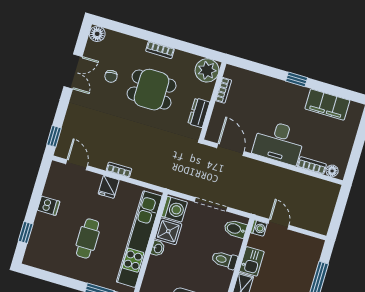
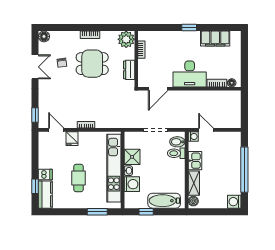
door: (230, 150) -> (158, 89), swing flipped
fridge: (109, 187) -> (72, 139), moved
dishwasher: (49, 206) -> (45, 175), moved
washing machine: (174, 209) -> (132, 184), moved
kitchen counter: (36, 248) -> (45, 195), added
toilet: (224, 260) -> (176, 153), moved

